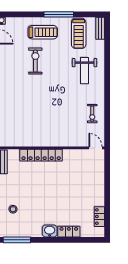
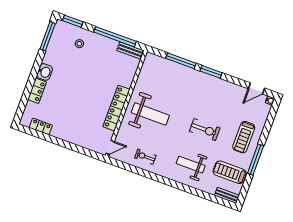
exercise bike: (35, 61) -> (205, 130), moved
weight bench: (53, 123) -> (150, 114), added
locker: (41, 155) -> (116, 108), moved

